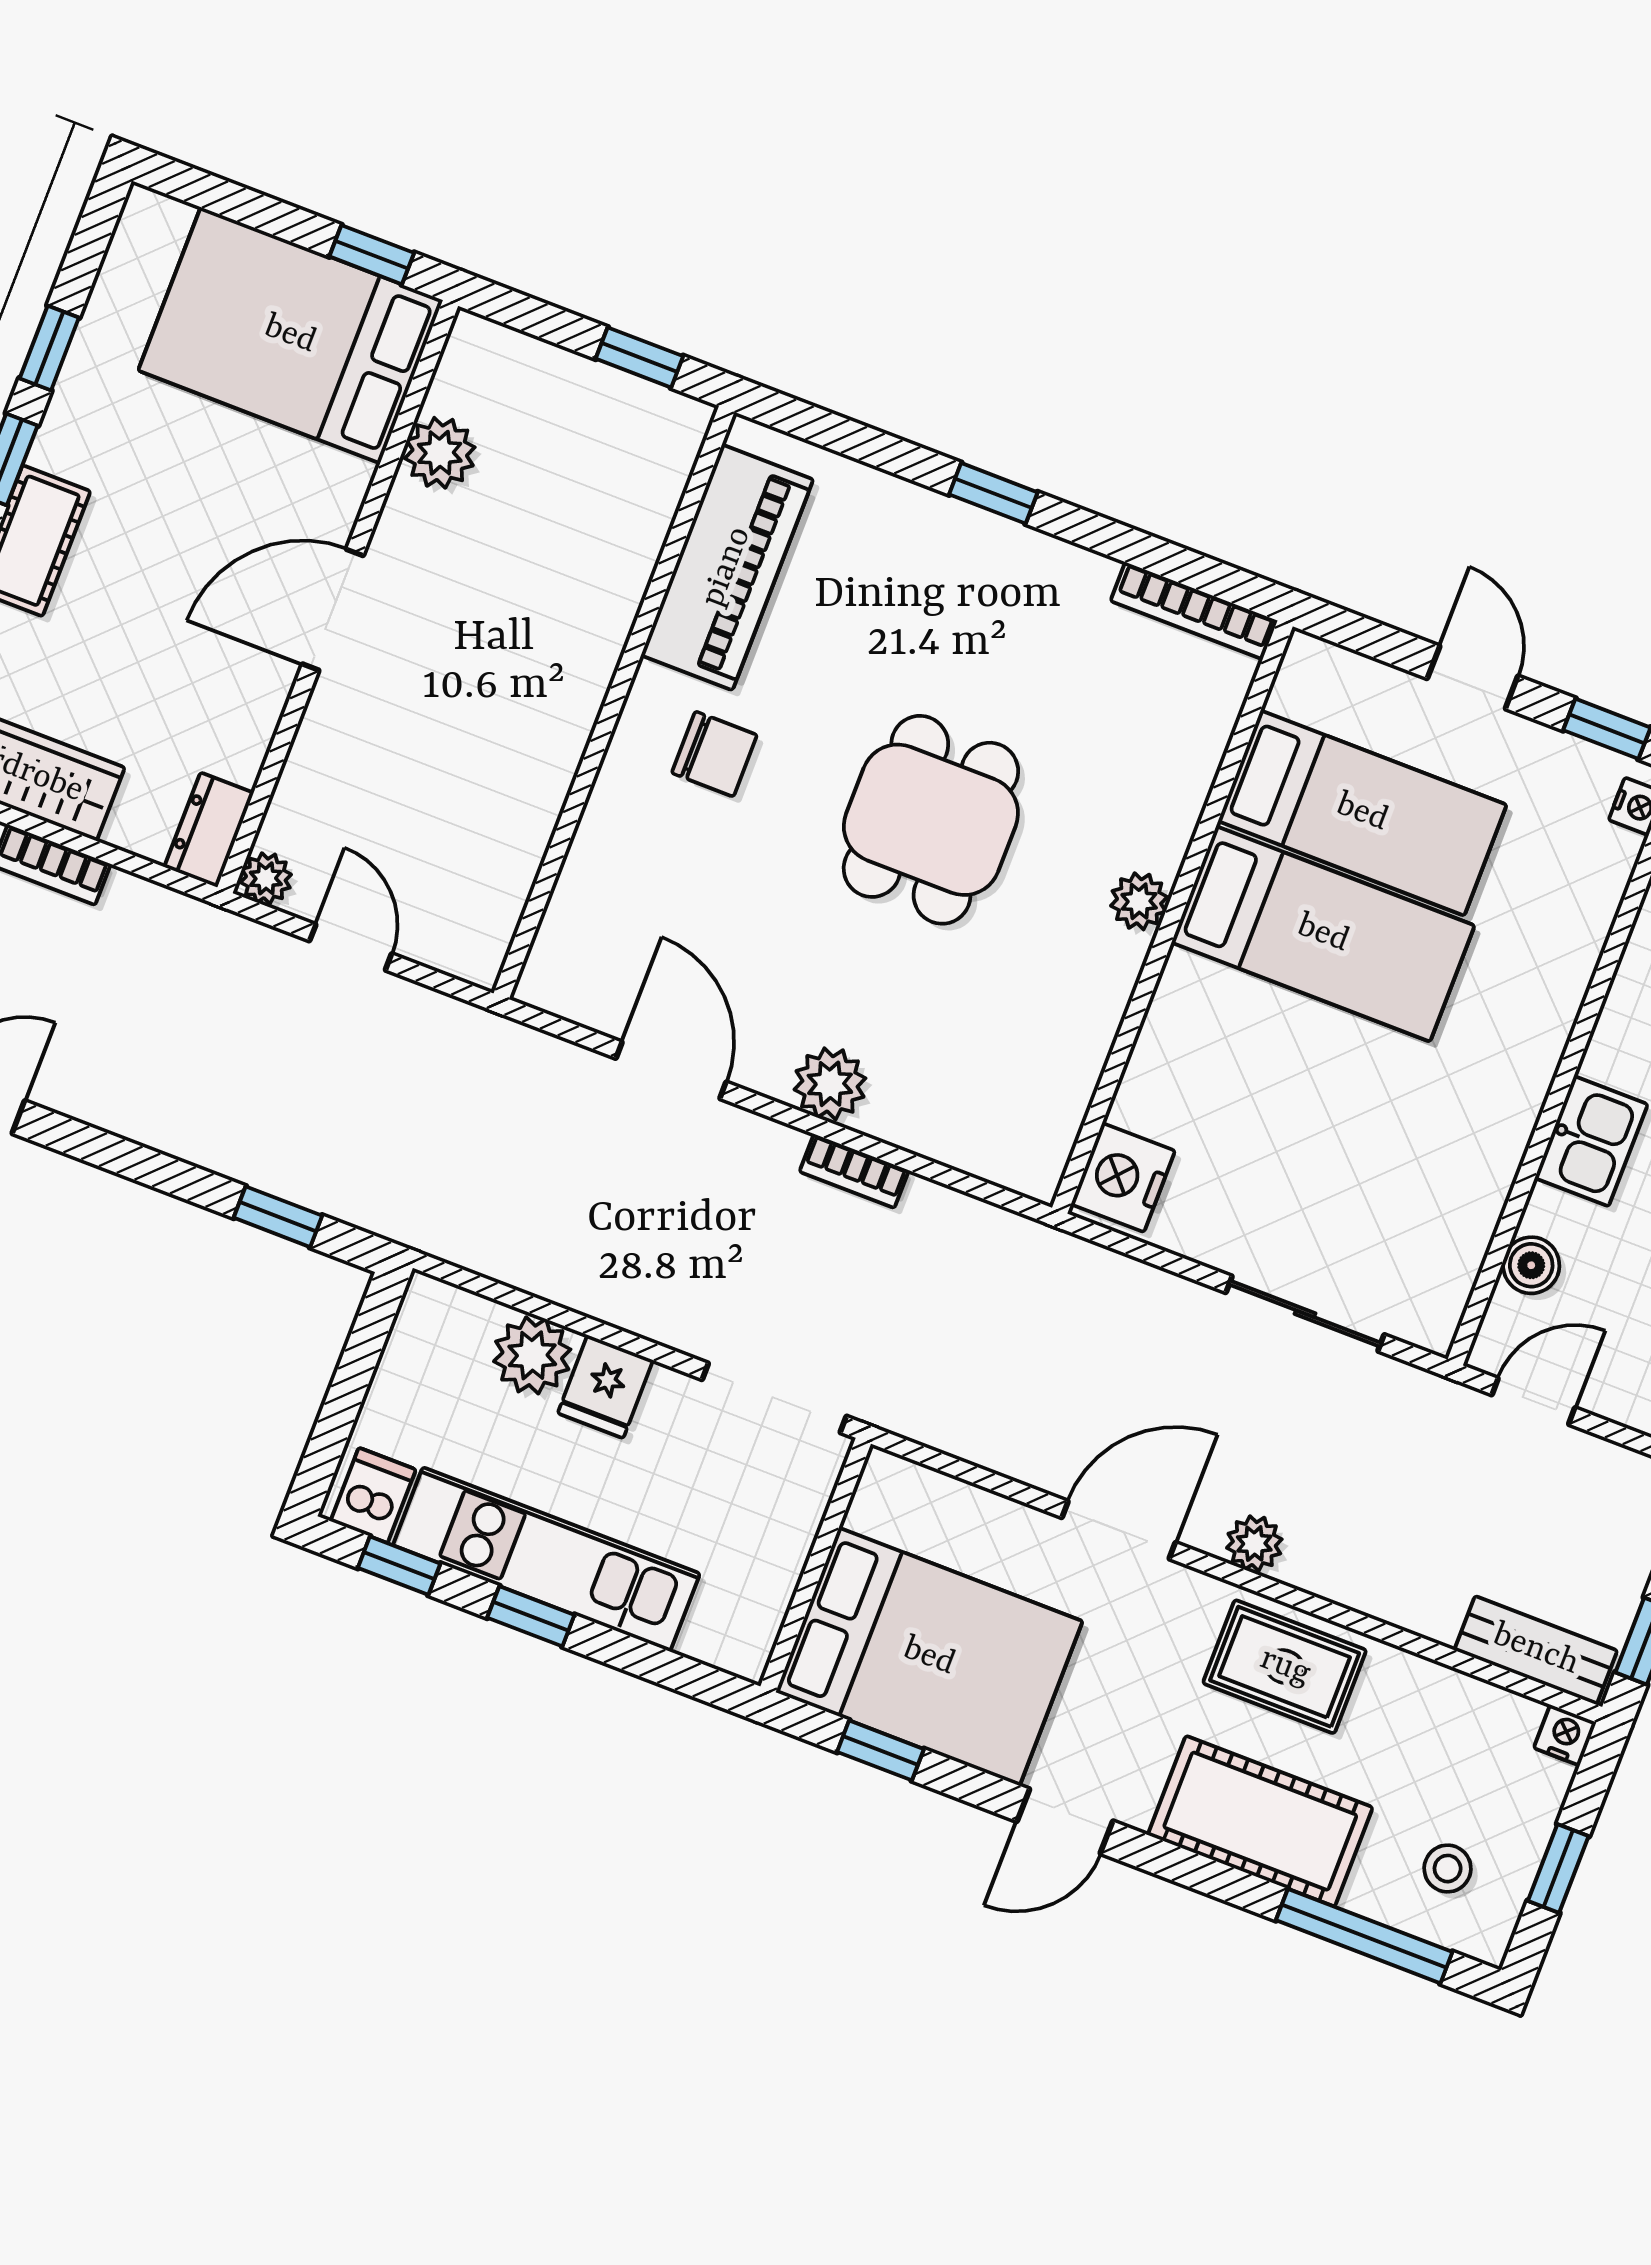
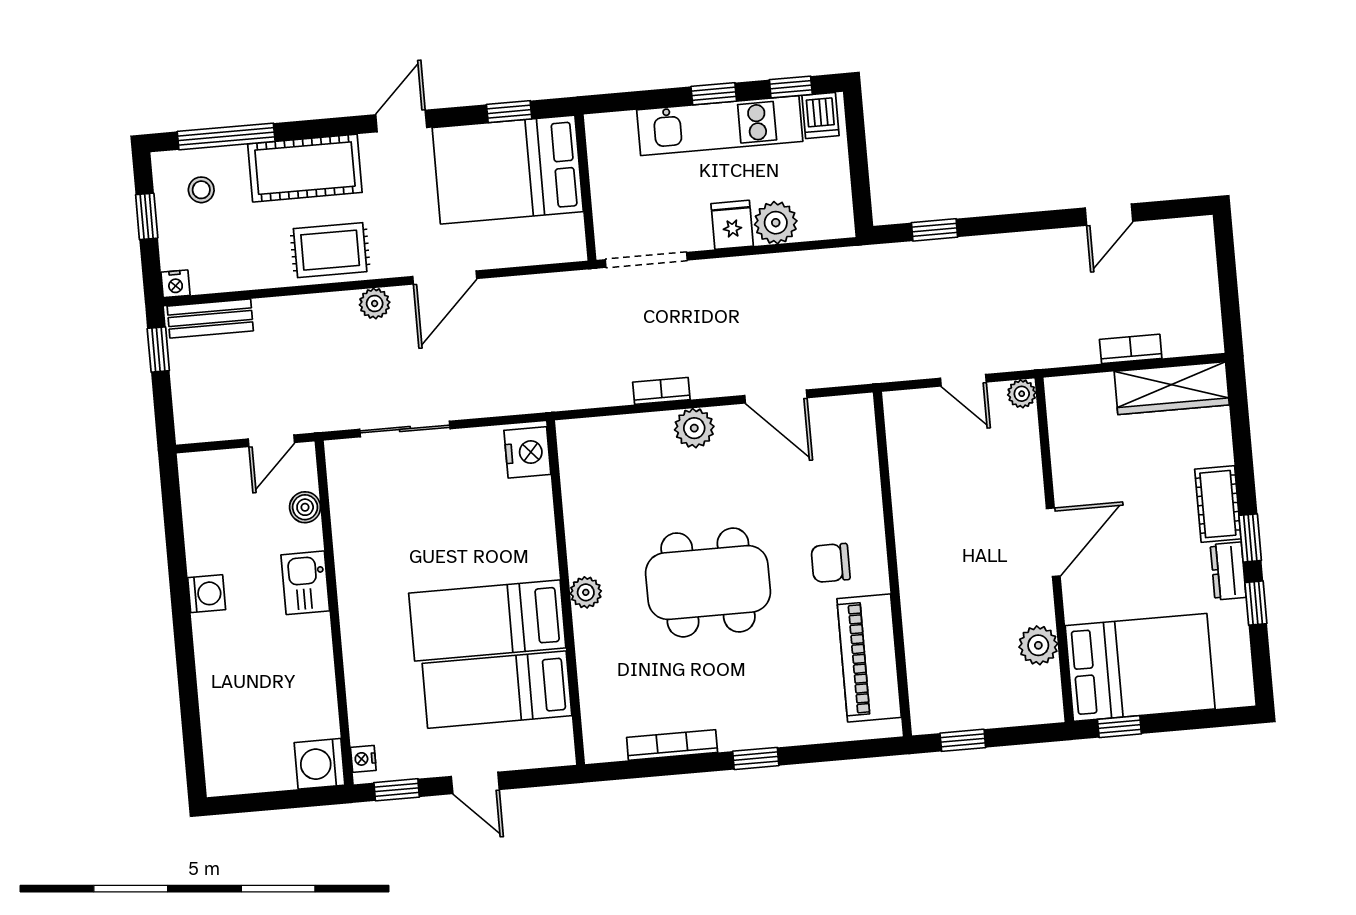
bookcase: (1194, 611) -> (672, 745), moved
dining table: (931, 820) -> (708, 582), width x1.38
dresser: (209, 830) -> (1228, 571), moved, turned 180

